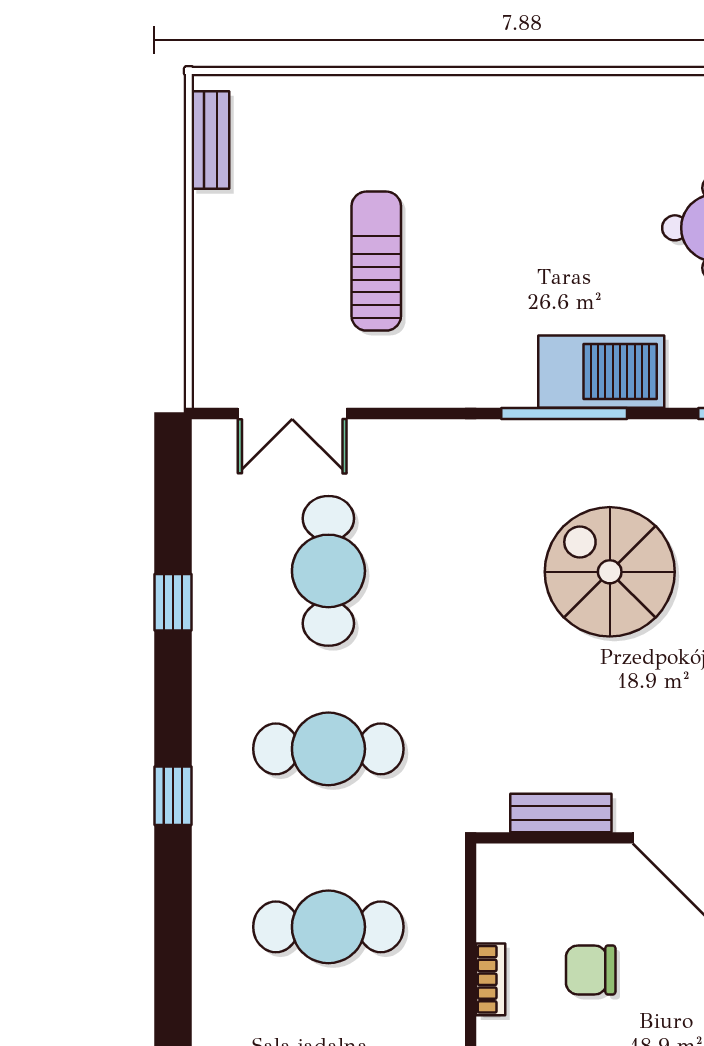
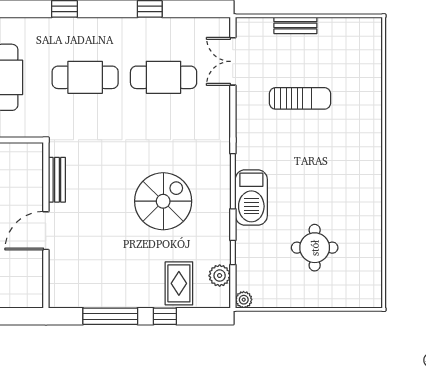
bench: (210, 140) -> (295, 25), moved
cafe table: (328, 749) -> (85, 77), turned 90

